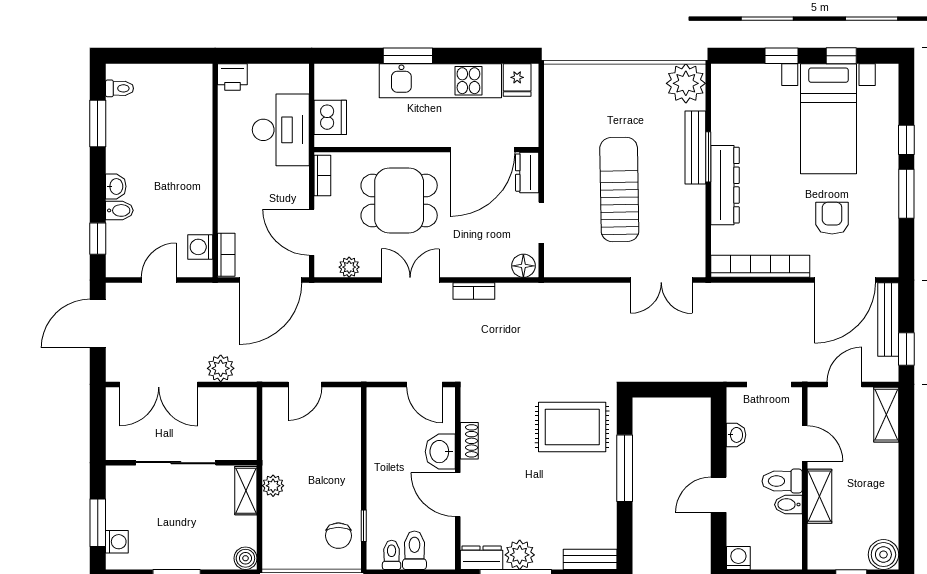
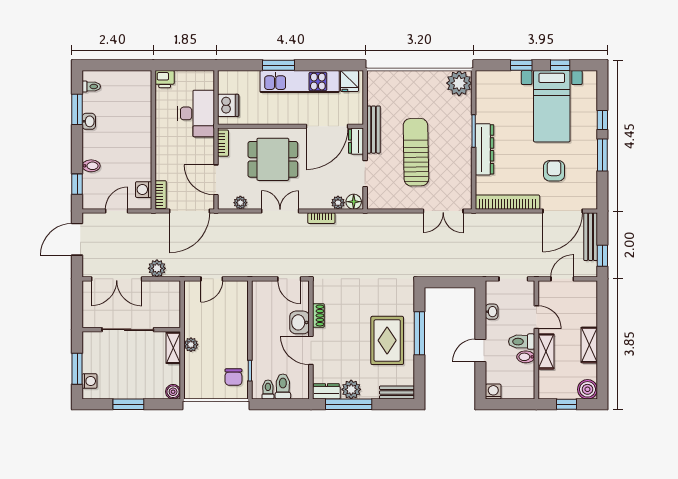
bench: (695, 148) -> (374, 130), moved
washbasin: (116, 186) -> (89, 121), moved
plant: (499, 267) -> (338, 203), added
shelving: (886, 415) -> (589, 345), moved
rug: (572, 427) -> (387, 340), moved, turned 90

